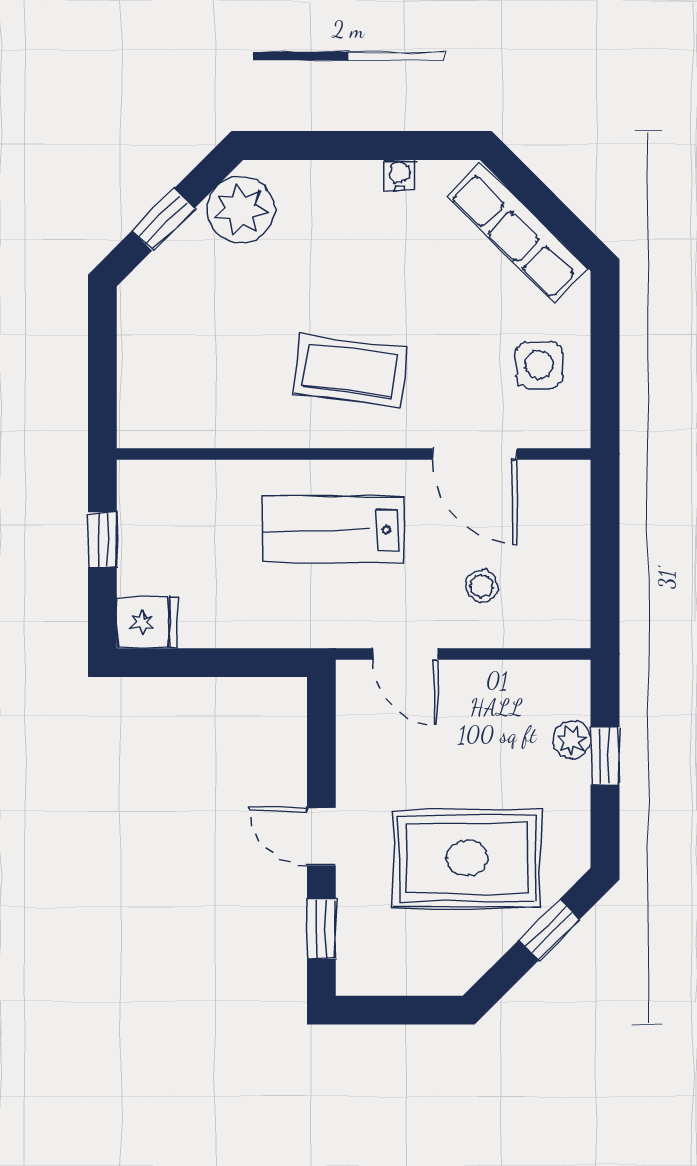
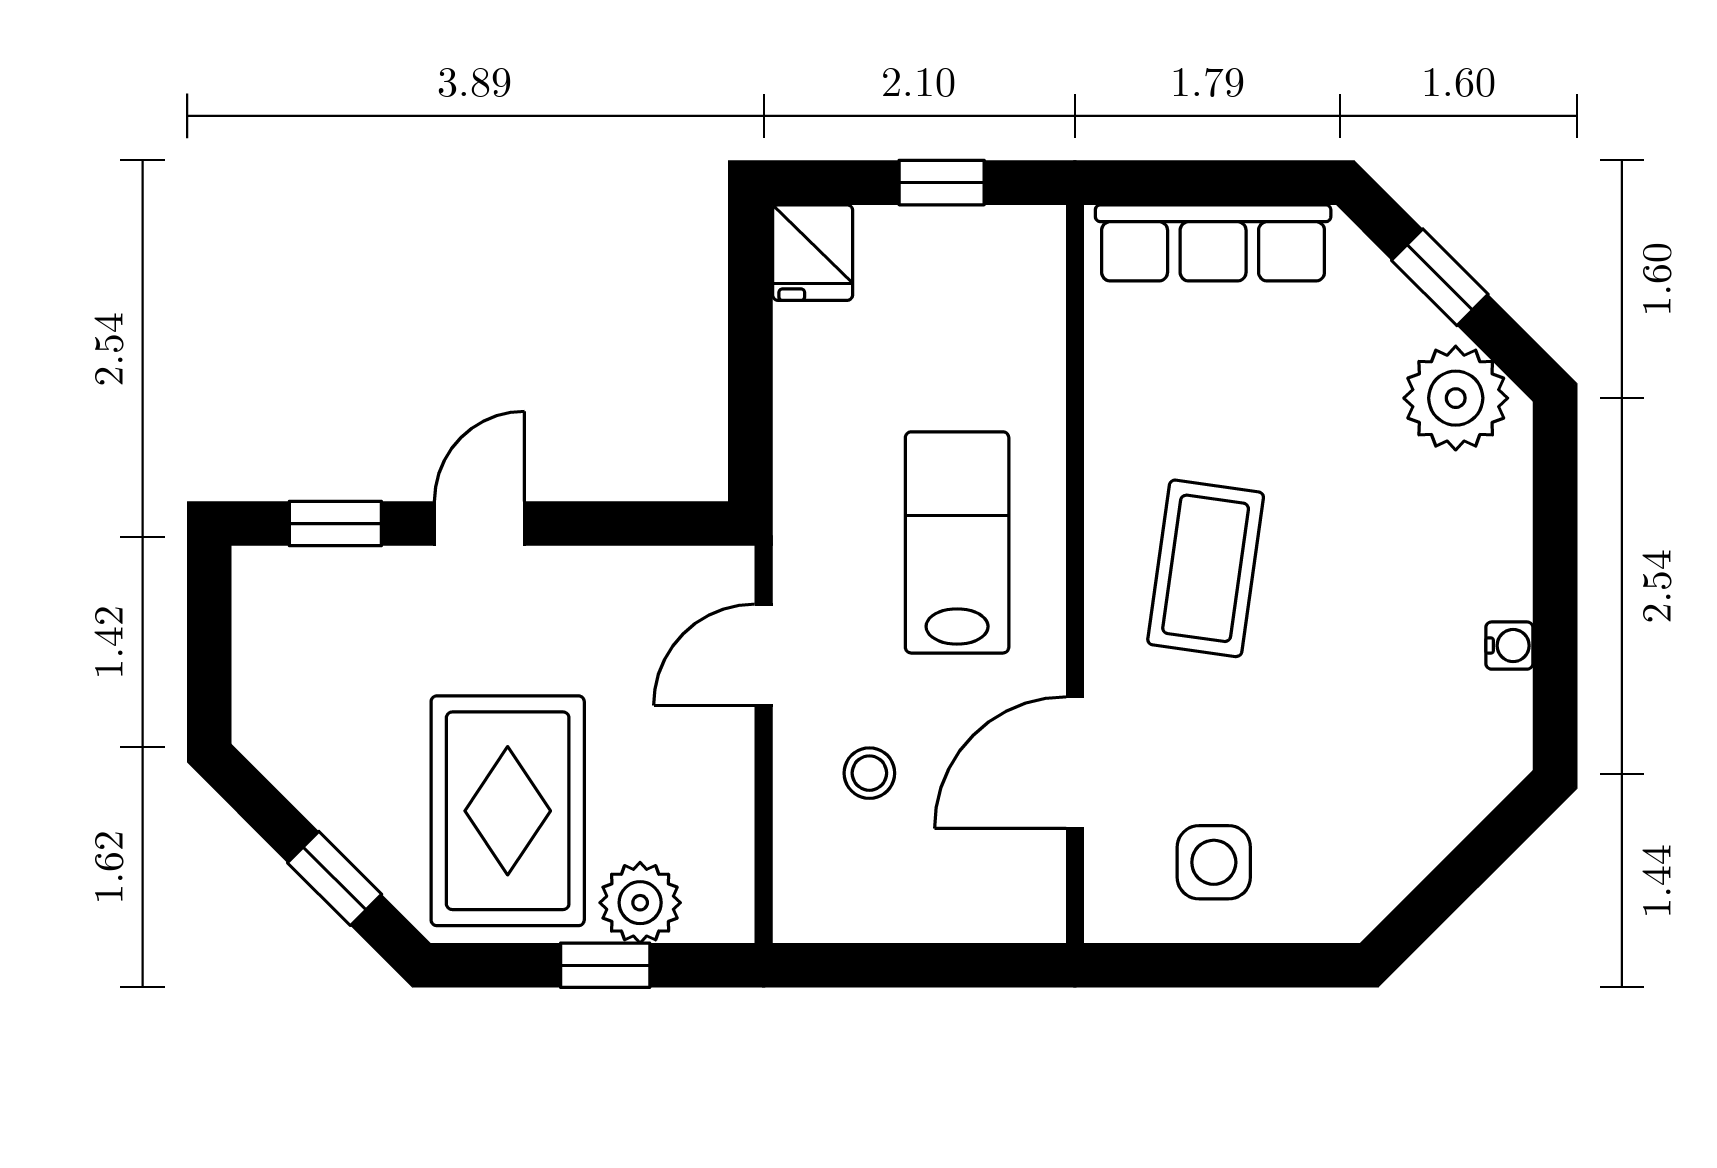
row of seats: (518, 232) -> (1213, 243), moved, turned -135
plant: (572, 740) -> (640, 903), width x1.38, depth x1.38
rug: (467, 858) -> (508, 811), moved

